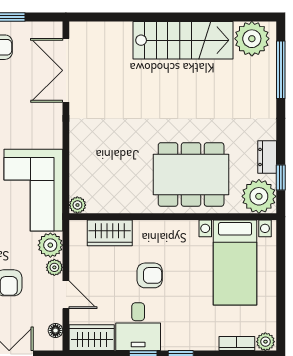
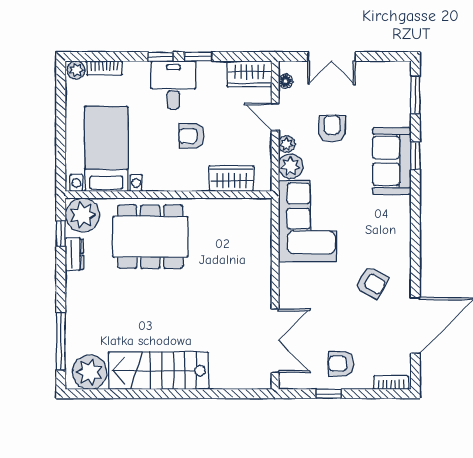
plant: (77, 205) -> (264, 206), removed
desk: (138, 327) -> (173, 85), moved

